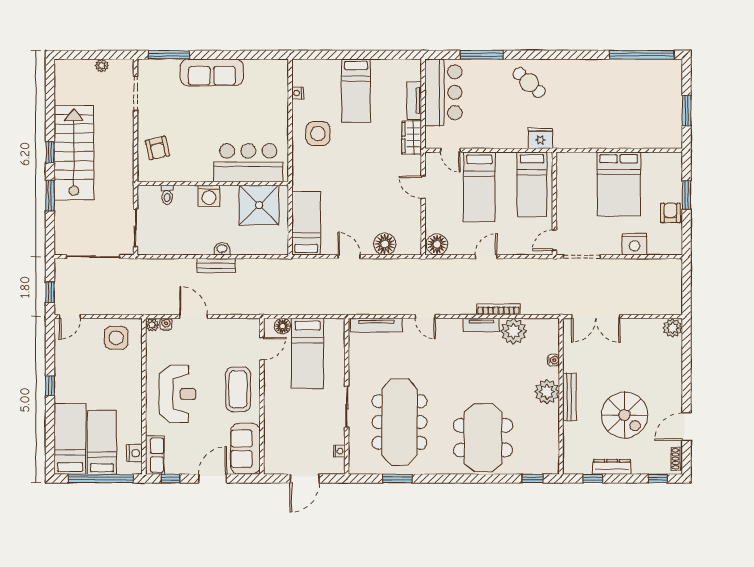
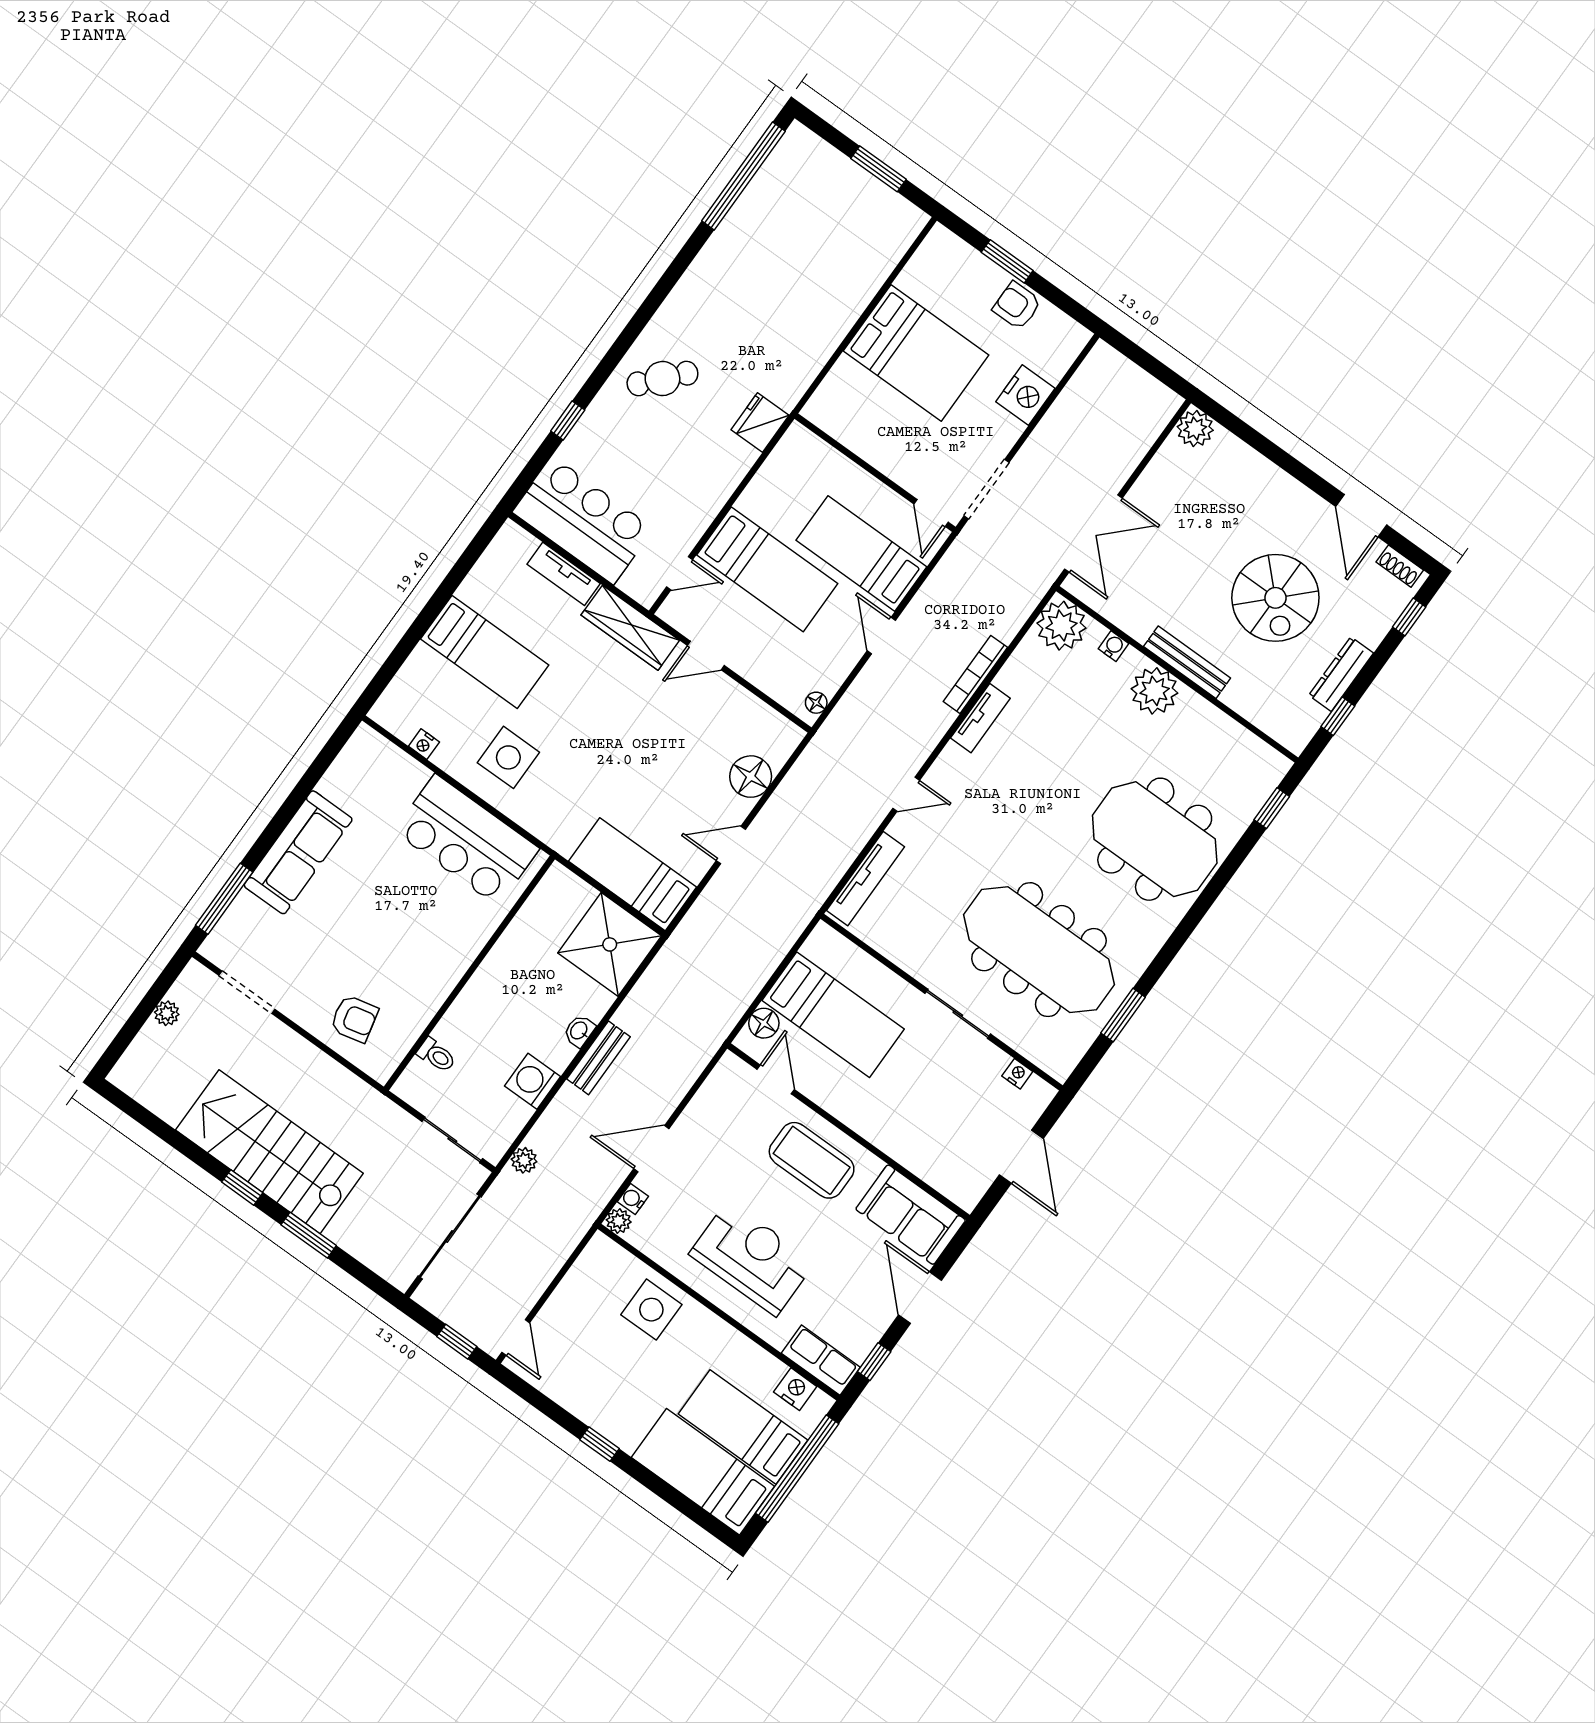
window: (482, 55) -> (568, 421), width x0.46
wardrobe: (412, 138) -> (630, 628), width x1.50
bar counter: (248, 163) -> (467, 840), moved, turned -90
bed: (532, 184) -> (861, 553), moved, turned 180
washing machine: (209, 196) -> (533, 1081), moved, turned 180
shower: (259, 205) -> (610, 944), moved
floor lamp: (437, 244) -> (816, 703), width x0.53, depth x0.53
plant: (149, 265) -> (524, 1160), added
plant: (513, 331) -> (1062, 626), moved
side table: (116, 338) -> (651, 1310), moved
spiral stairs: (625, 415) -> (1275, 598), turned 90

